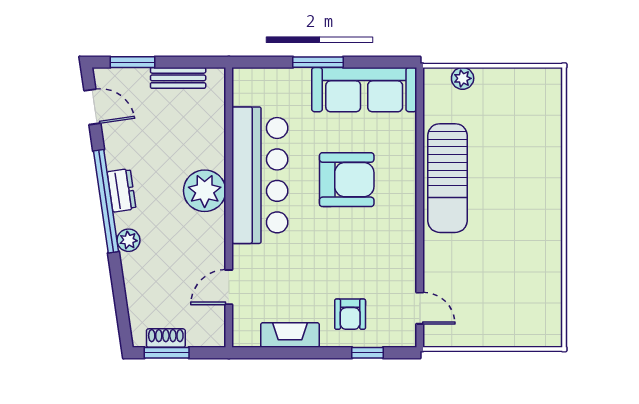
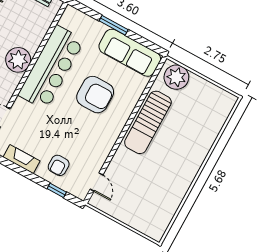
plant: (463, 78) -> (176, 77), width x1.87, depth x1.87

